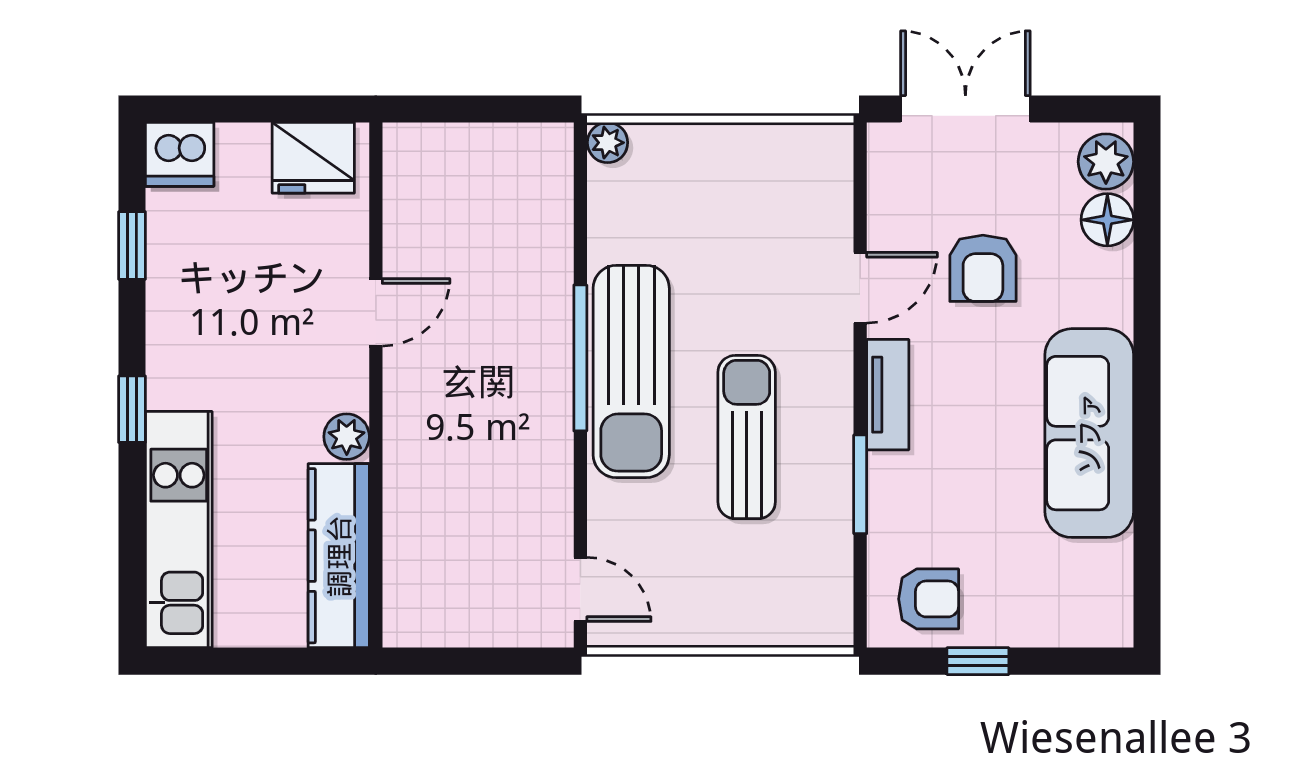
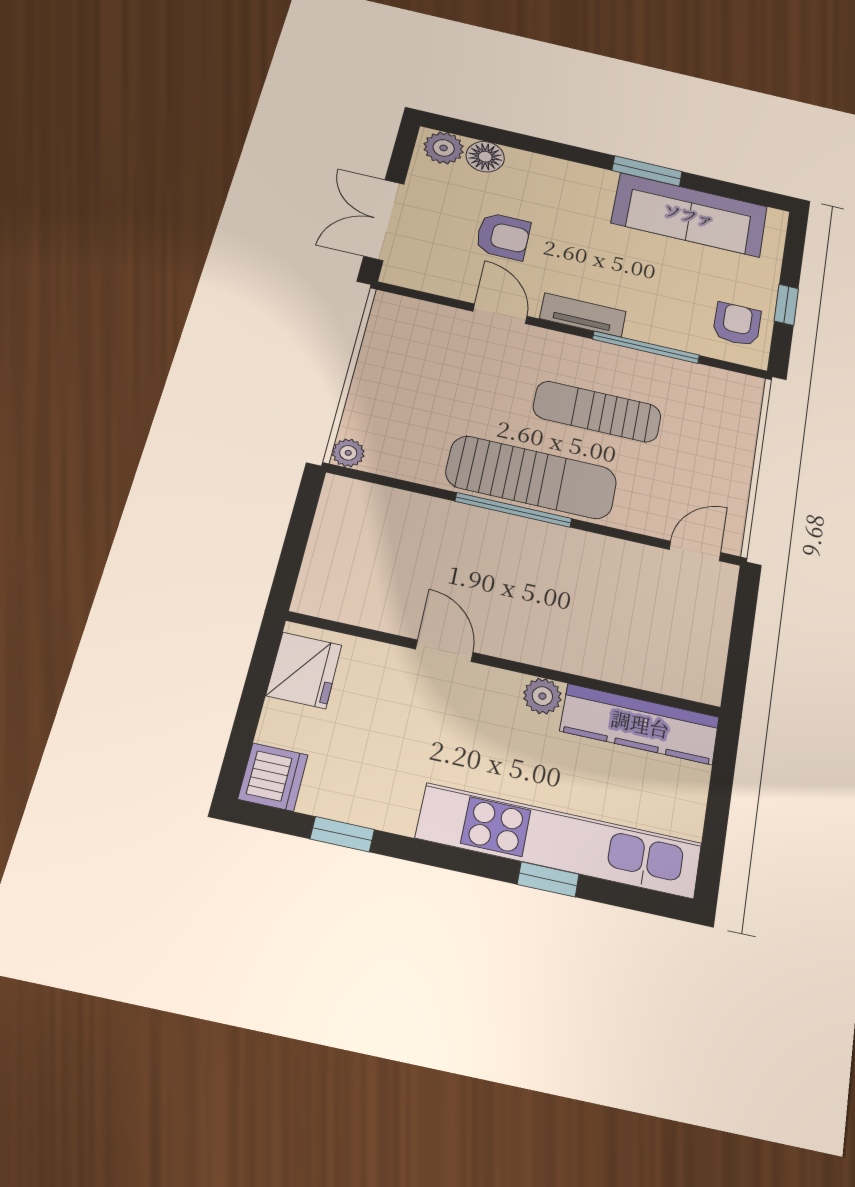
window: (132, 409) -> (548, 879), moved
sofa: (1089, 433) -> (689, 215), moved
window: (1147, 443) -> (647, 171), added
window: (860, 484) -> (646, 347), width x1.44
kitchen unit: (179, 530) -> (560, 841), width x1.36

